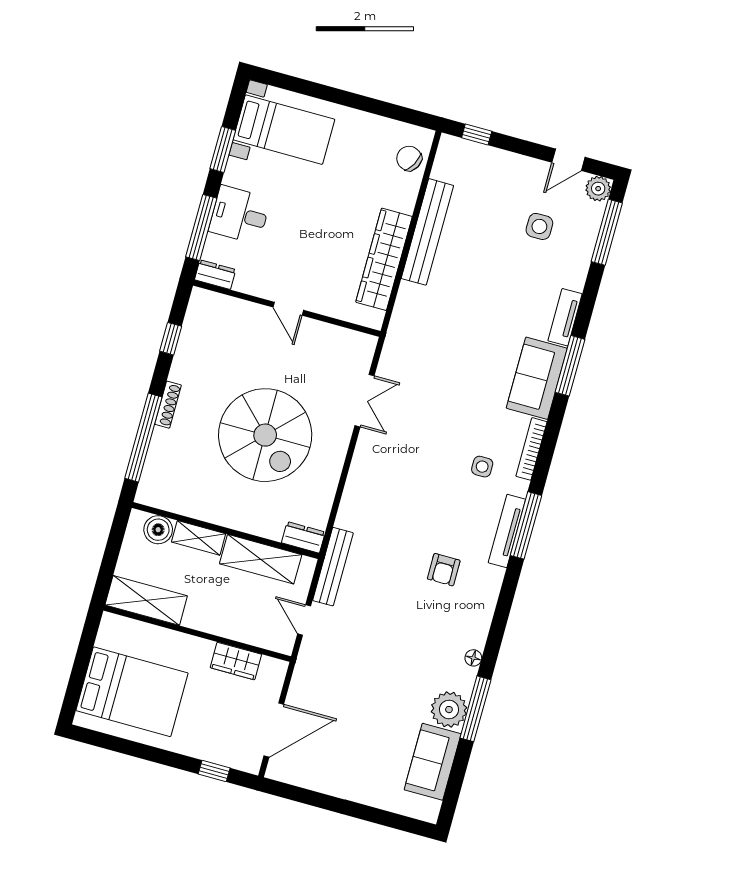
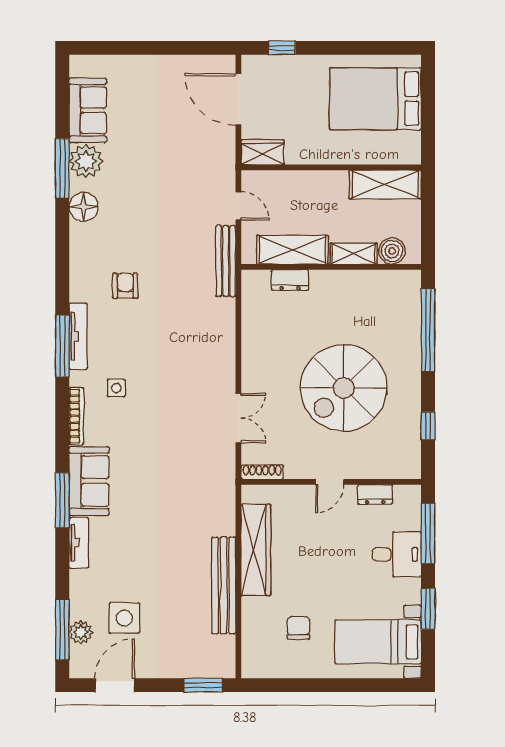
window: (477, 135) -> (203, 685), width x1.50
chair: (409, 158) -> (298, 628), moved, turned -118
door: (568, 160) -> (115, 685), width x1.38
plant: (598, 189) -> (81, 632), moved
side table: (539, 226) -> (124, 618), width x1.37, depth x1.37
dresser: (215, 275) -> (375, 494), moved
door: (288, 309) -> (330, 482), swing flipped
double door: (365, 401) -> (238, 418), swing flipped
shoe rack: (168, 405) -> (262, 472), moved, turned 90
spiral stairs: (265, 435) -> (344, 388), moved, turned -90
dresser: (303, 537) -> (290, 280), moved
floor lamp: (473, 658) -> (84, 207), width x1.89, depth x1.89
wardrobe: (236, 661) -> (263, 152), moved
door: (274, 730) -> (238, 99), hinge flipped

